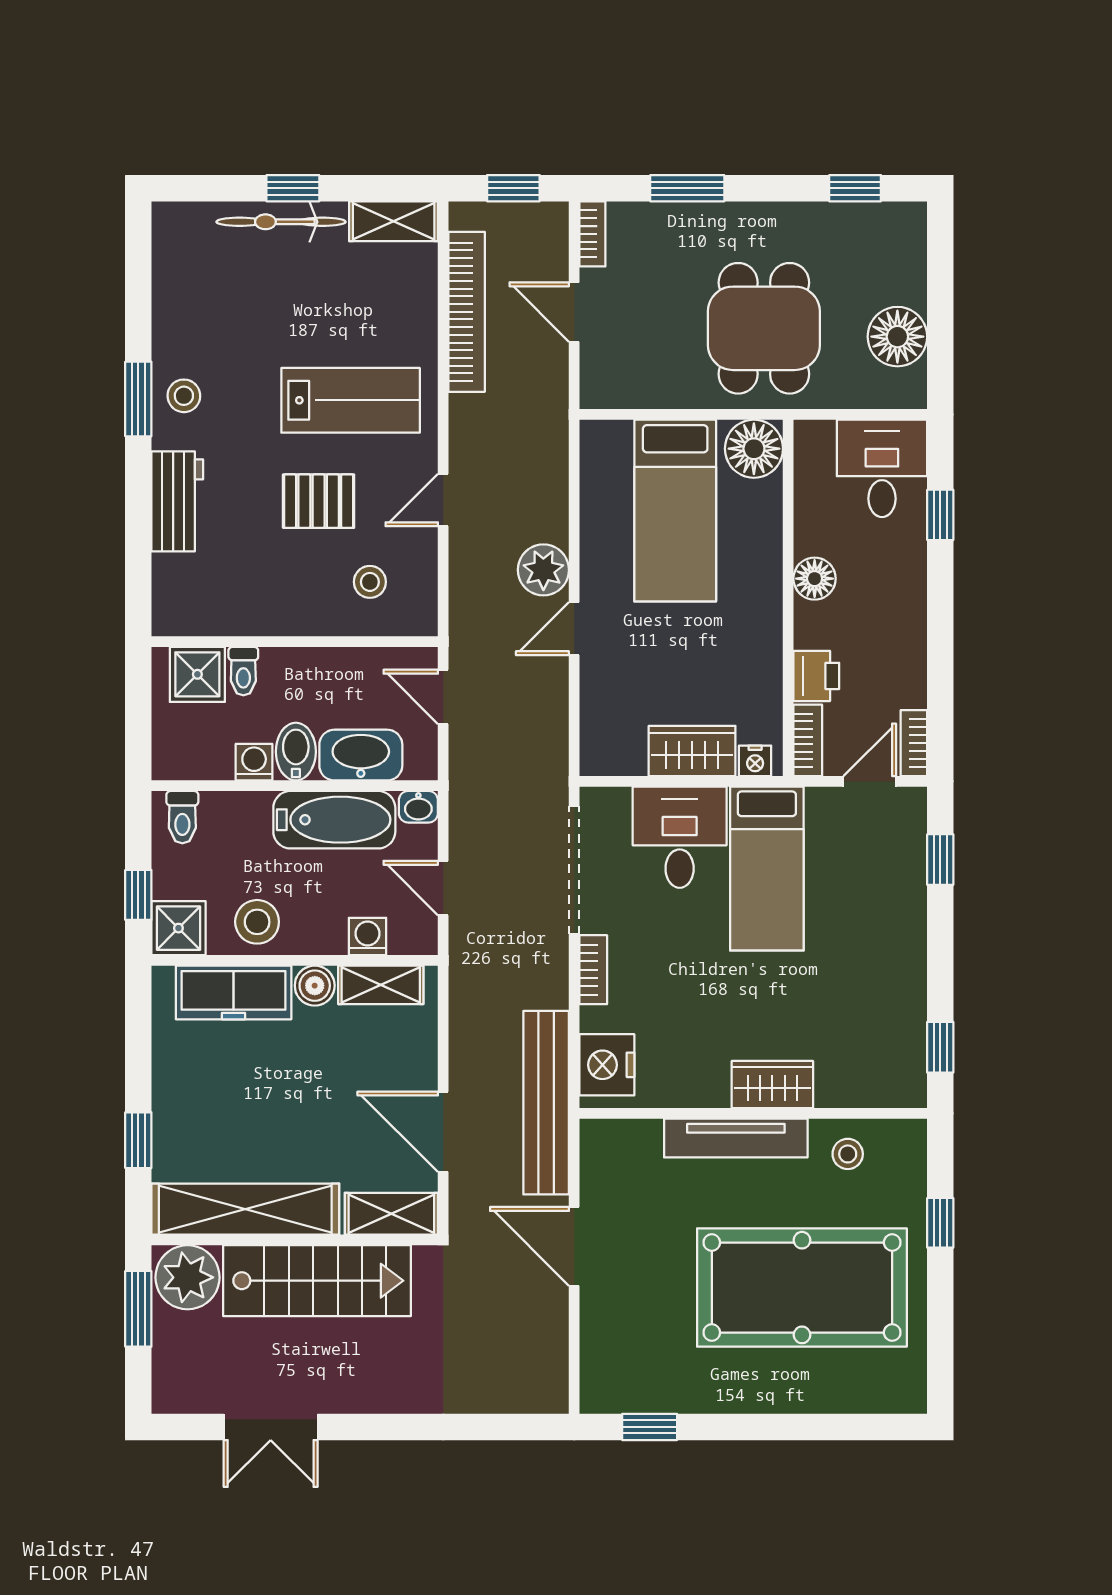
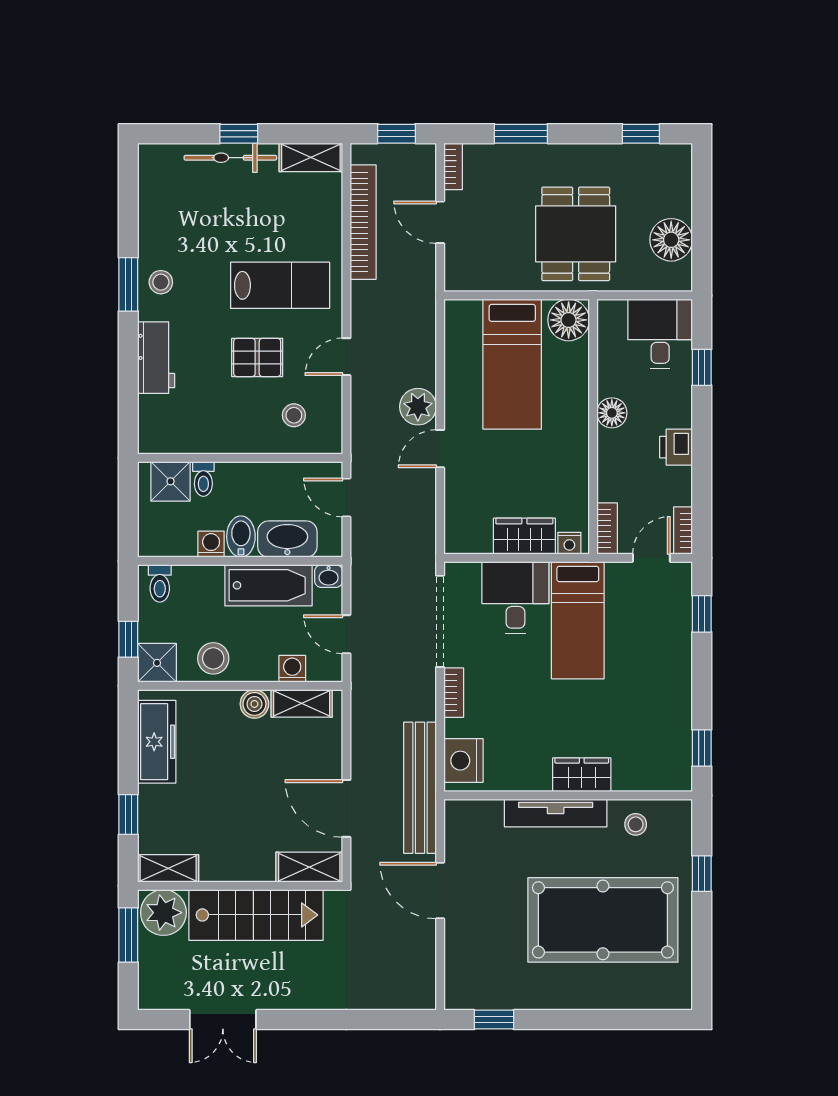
printer: (816, 676) -> (676, 447), moved, turned 180
freezer: (234, 992) -> (157, 742), moved, turned -90
shelving: (245, 1209) -> (168, 868), width x0.45, depth x0.75

